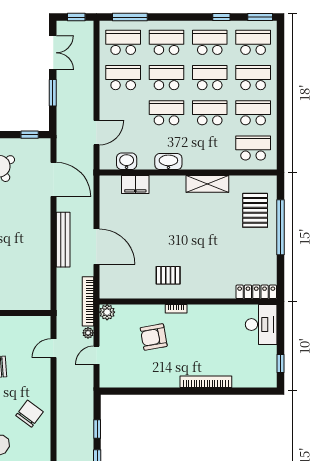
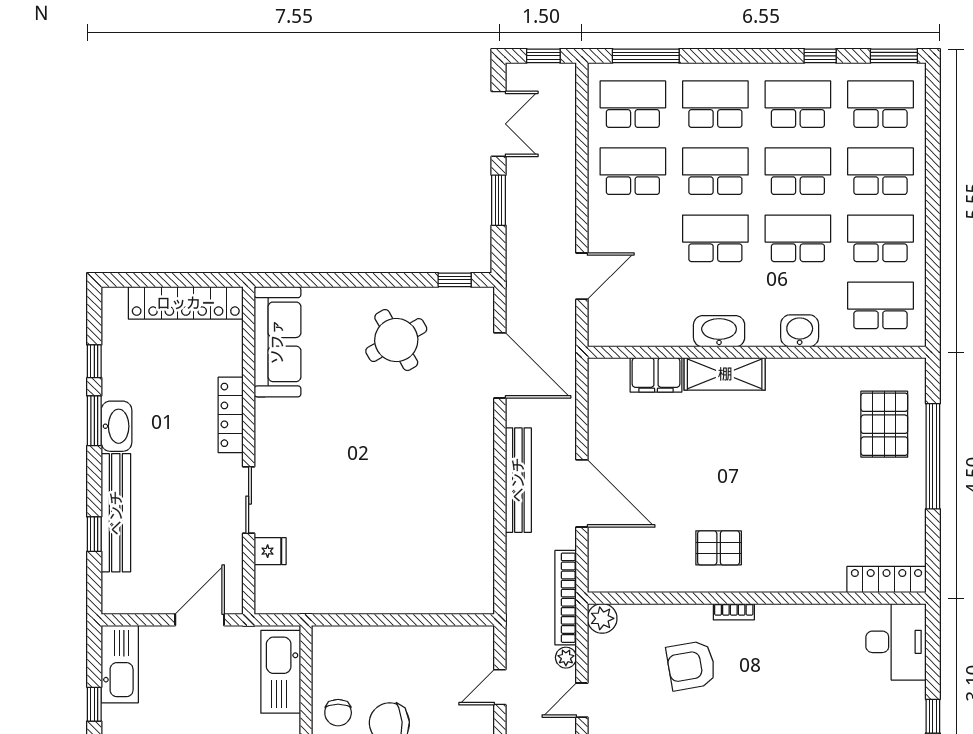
washbasin: (127, 161) -> (800, 331), moved
shelving: (207, 184) -> (725, 374), moved

